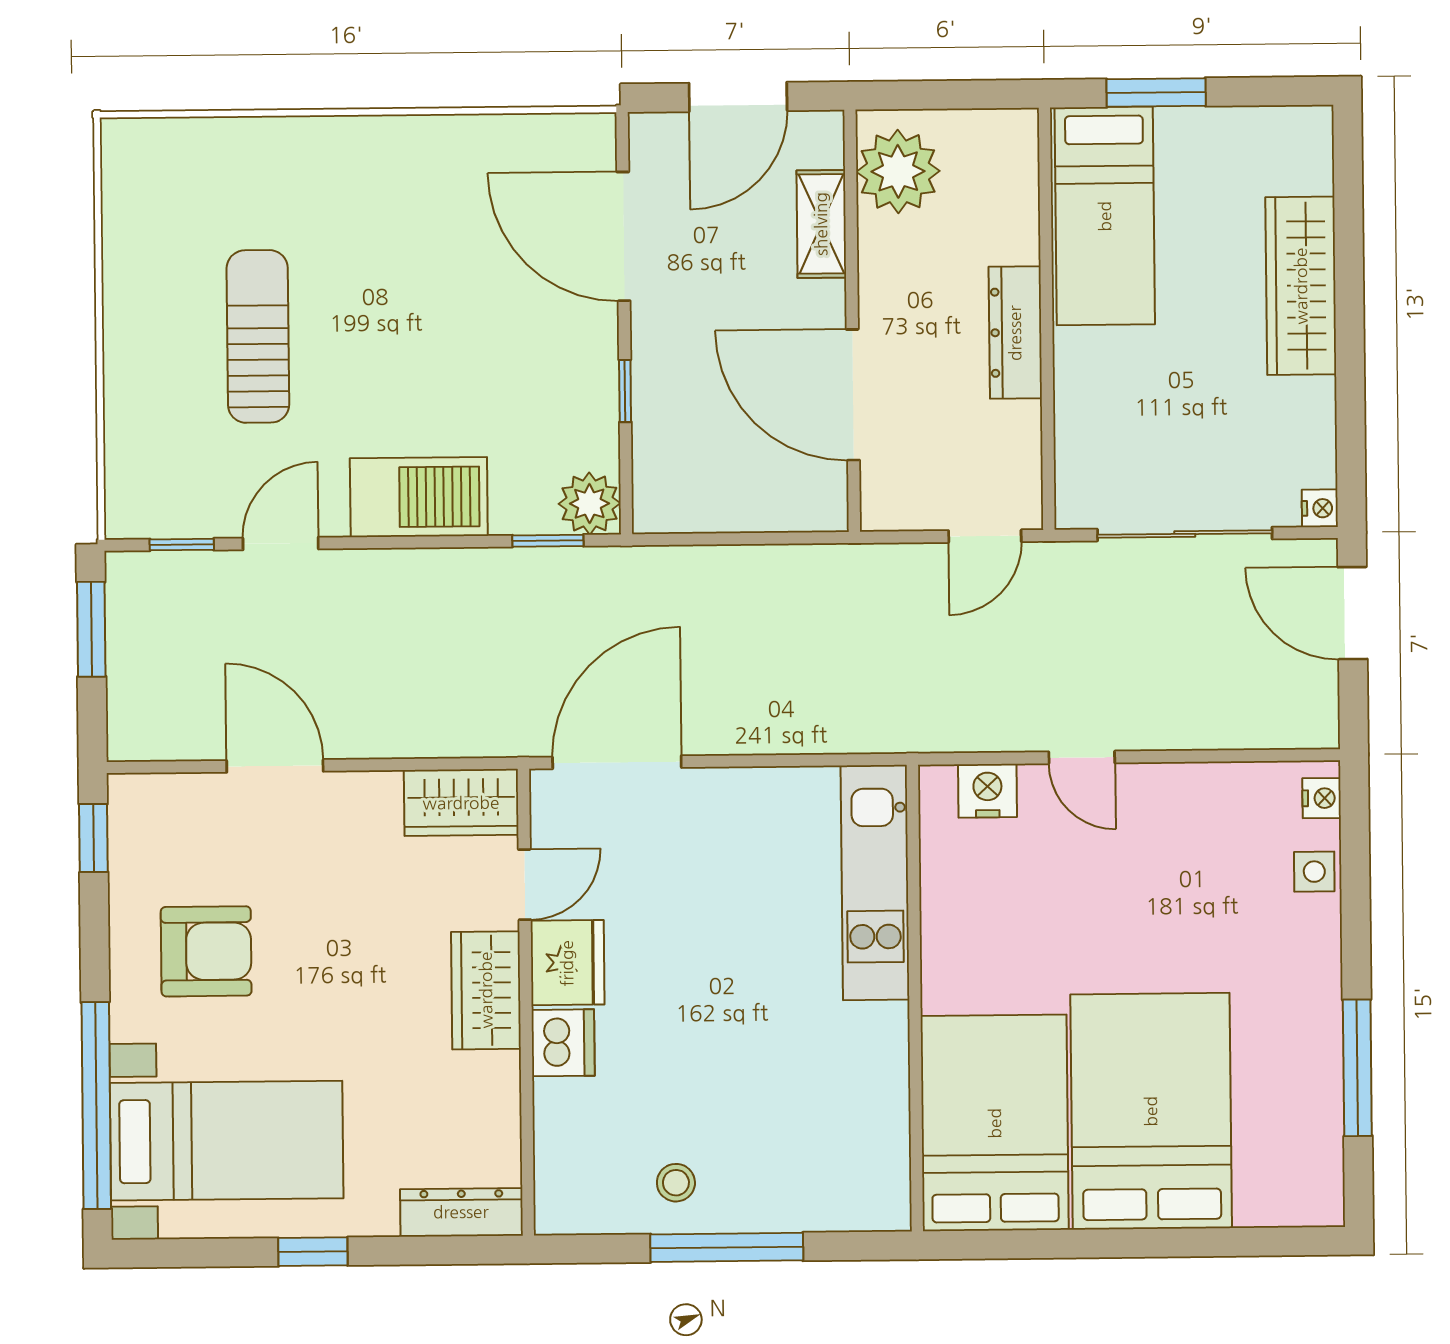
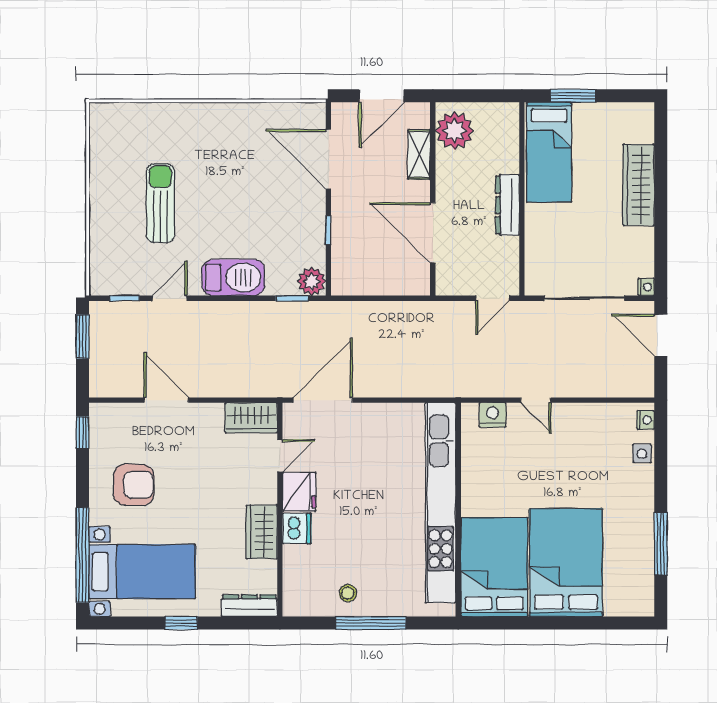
kitchen unit: (875, 883) -> (441, 503), width x1.86
wardrobe: (486, 990) -> (262, 532), moved

